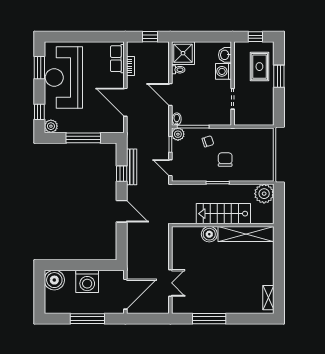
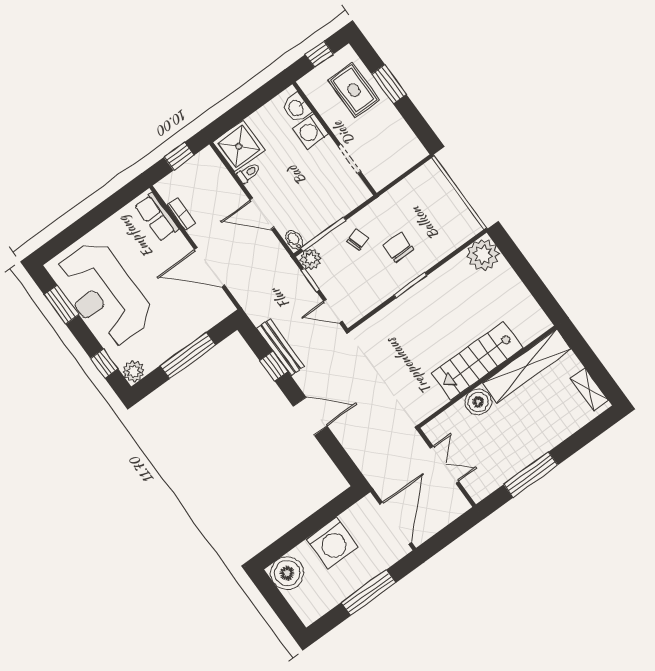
stairs: (223, 214) -> (477, 361), moved
wall: (223, 225) -> (487, 377), moved
boiler: (209, 234) -> (478, 402), moved
shelving: (246, 234) -> (527, 366), moved

